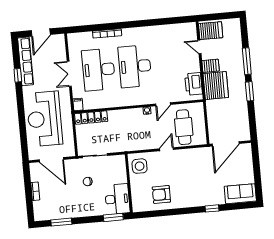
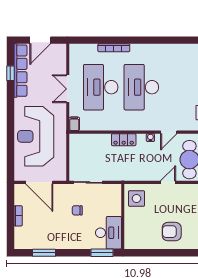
window: (18, 75) -> (10, 73), moved
locker: (91, 118) -> (124, 140), moved, width x0.66
armchair: (161, 194) -> (172, 232), moved

